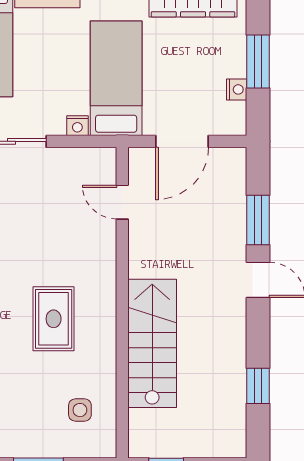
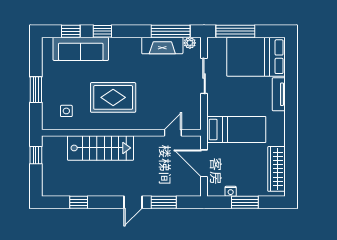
nightstand: (77, 126) -> (212, 110), removed
rug: (54, 319) -> (113, 97), width x1.36, depth x1.43

